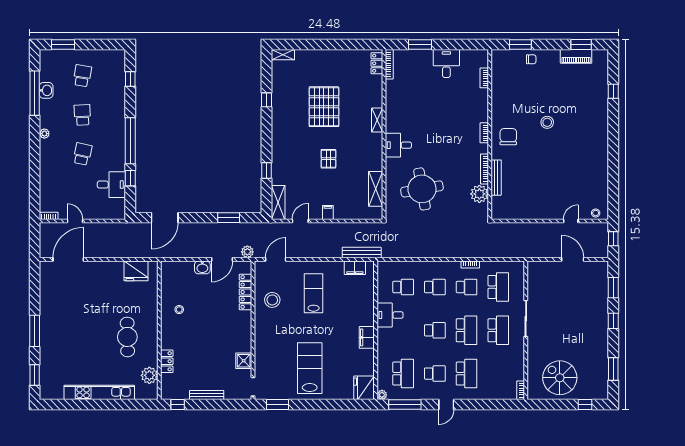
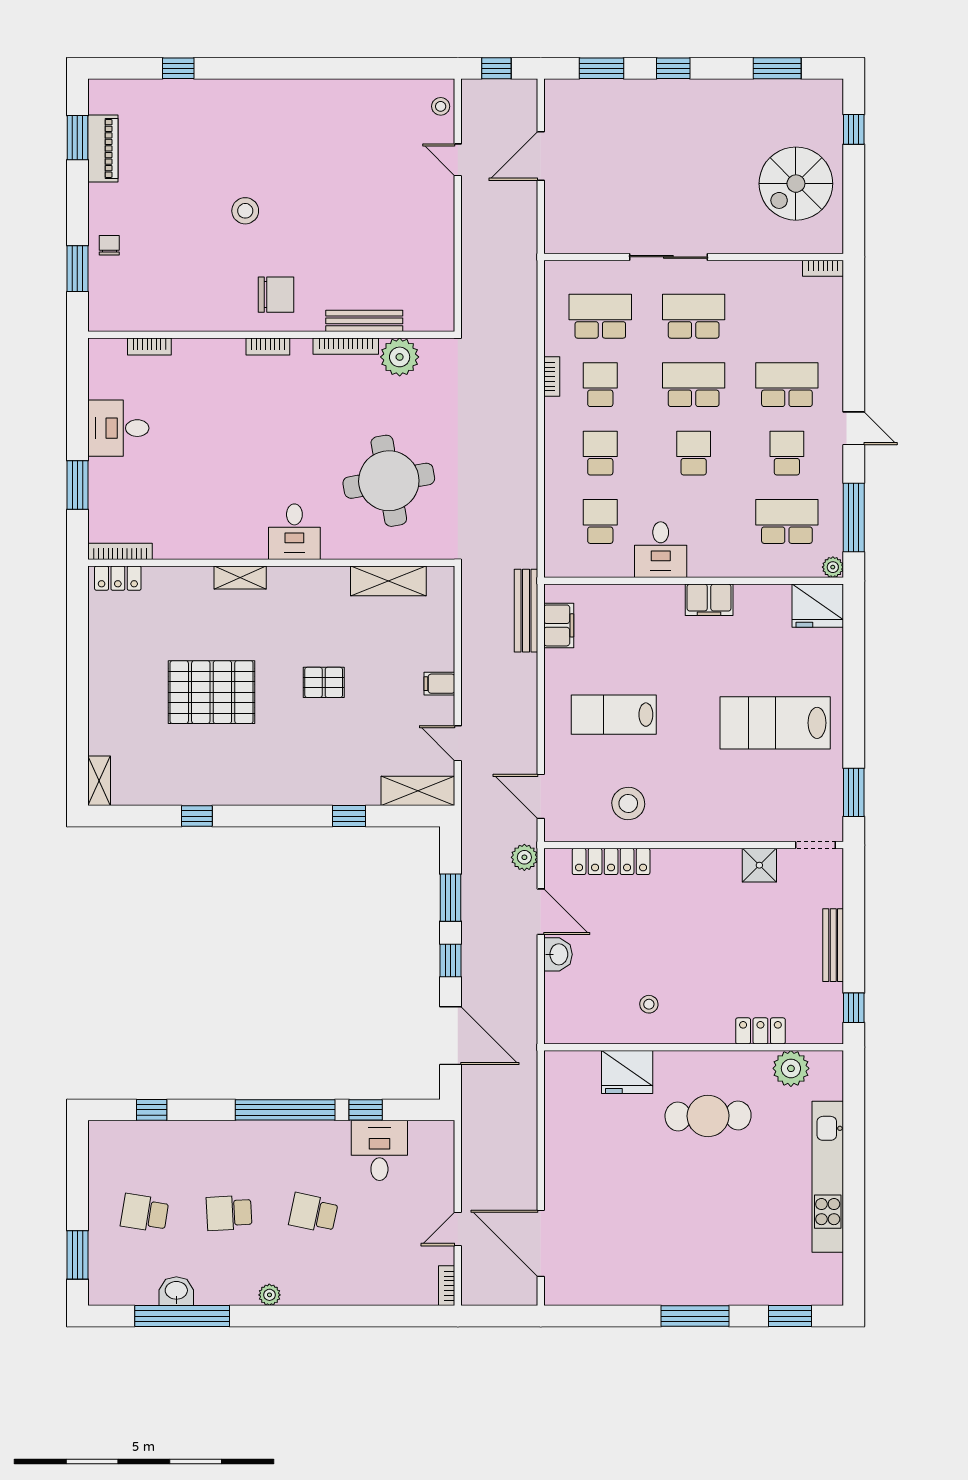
chair: (508, 137) -> (276, 295), turned 180
window: (199, 218) -> (451, 960), added
fridge: (136, 271) -> (627, 1072), moved, turned 90

